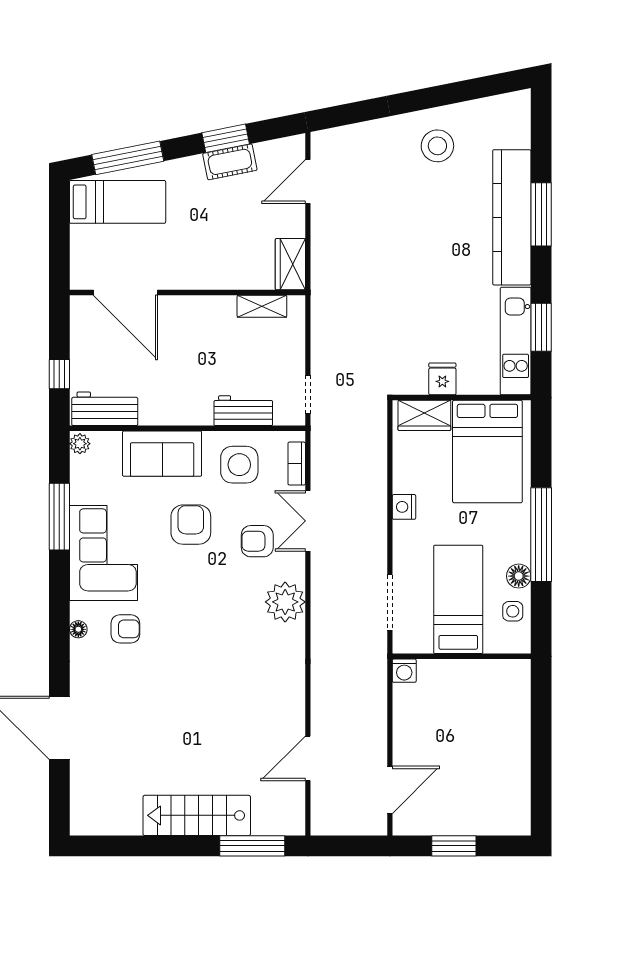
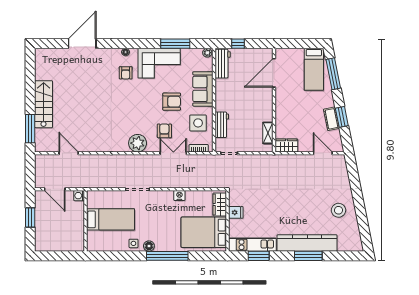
bed: (458, 599) -> (110, 219), moved
wall: (462, 656) -> (85, 221), moved
washing machine: (404, 671) -> (79, 196), moved

